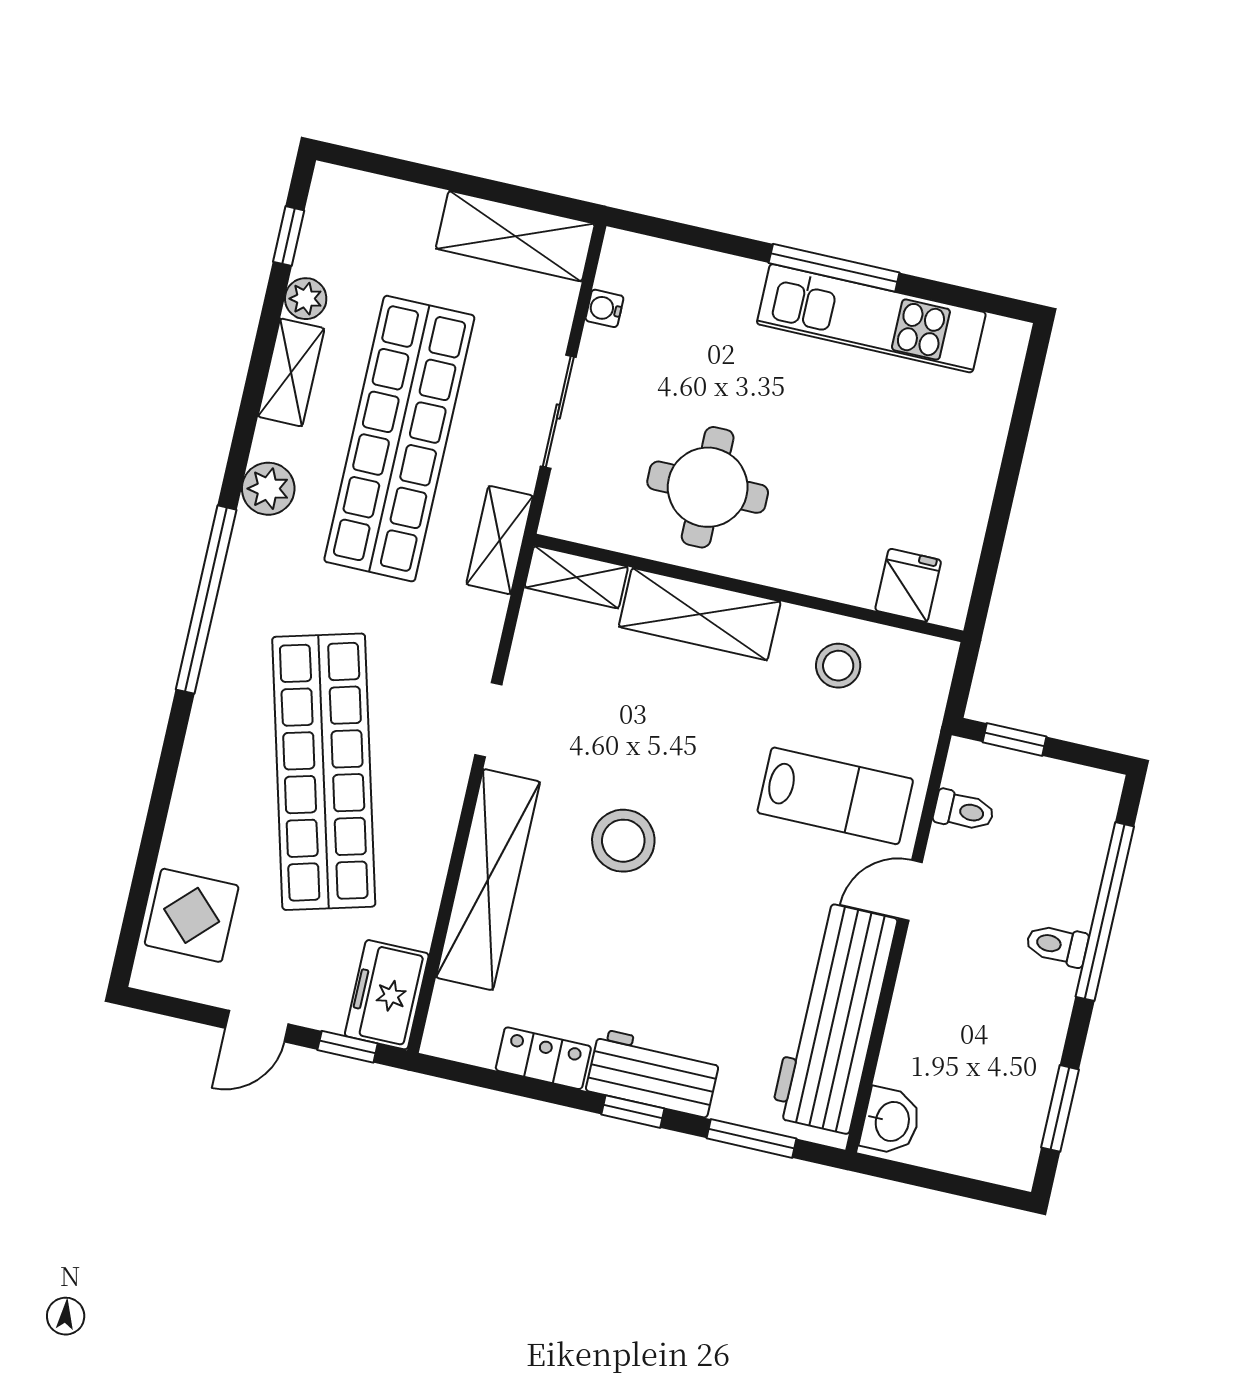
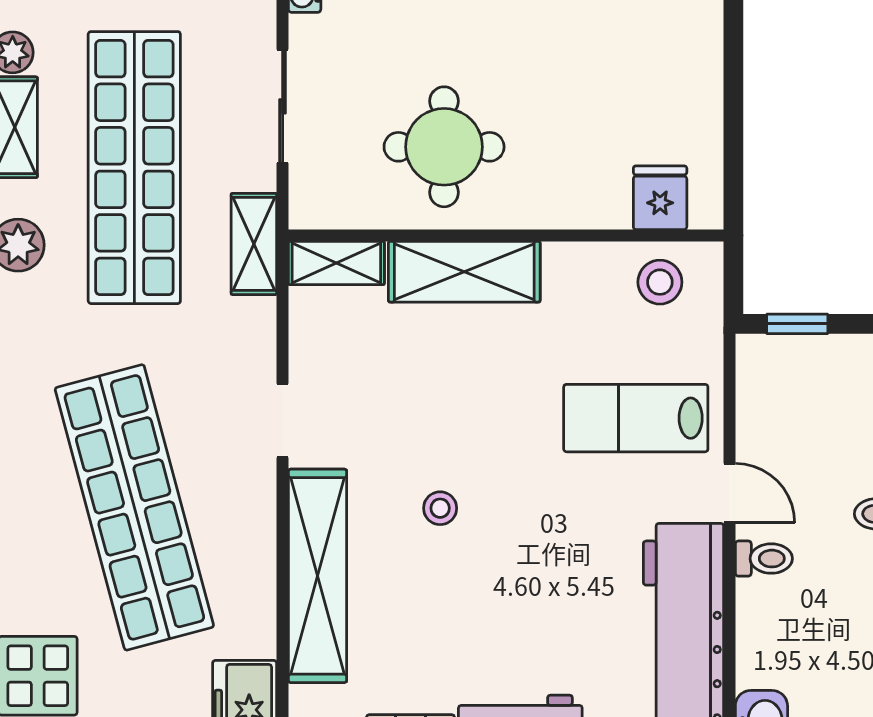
stool: (838, 666) -> (660, 282), moved
lab bench: (835, 796) -> (636, 418), turned 180
toilet: (964, 811) -> (764, 559), moved
stool: (623, 841) -> (440, 508), width x0.53, depth x0.53
door: (910, 890) -> (729, 493), swing flipped

